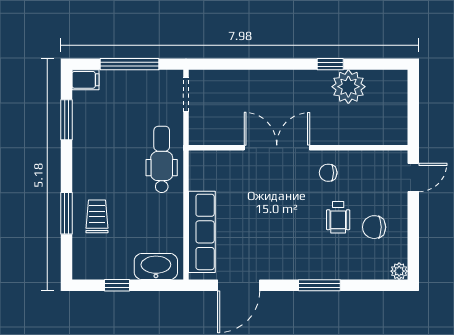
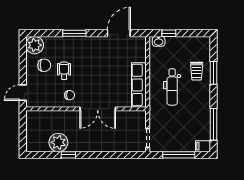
window: (66, 120) -> (213, 124), width x1.44
dental chair: (162, 159) -> (172, 87), moved
row of seats: (202, 232) -> (139, 85), moved
washbasin: (156, 267) -> (159, 41), width x0.52, depth x0.69
plant: (399, 271) -> (35, 45), width x1.88, depth x1.88
window: (117, 285) -> (169, 33), moved

